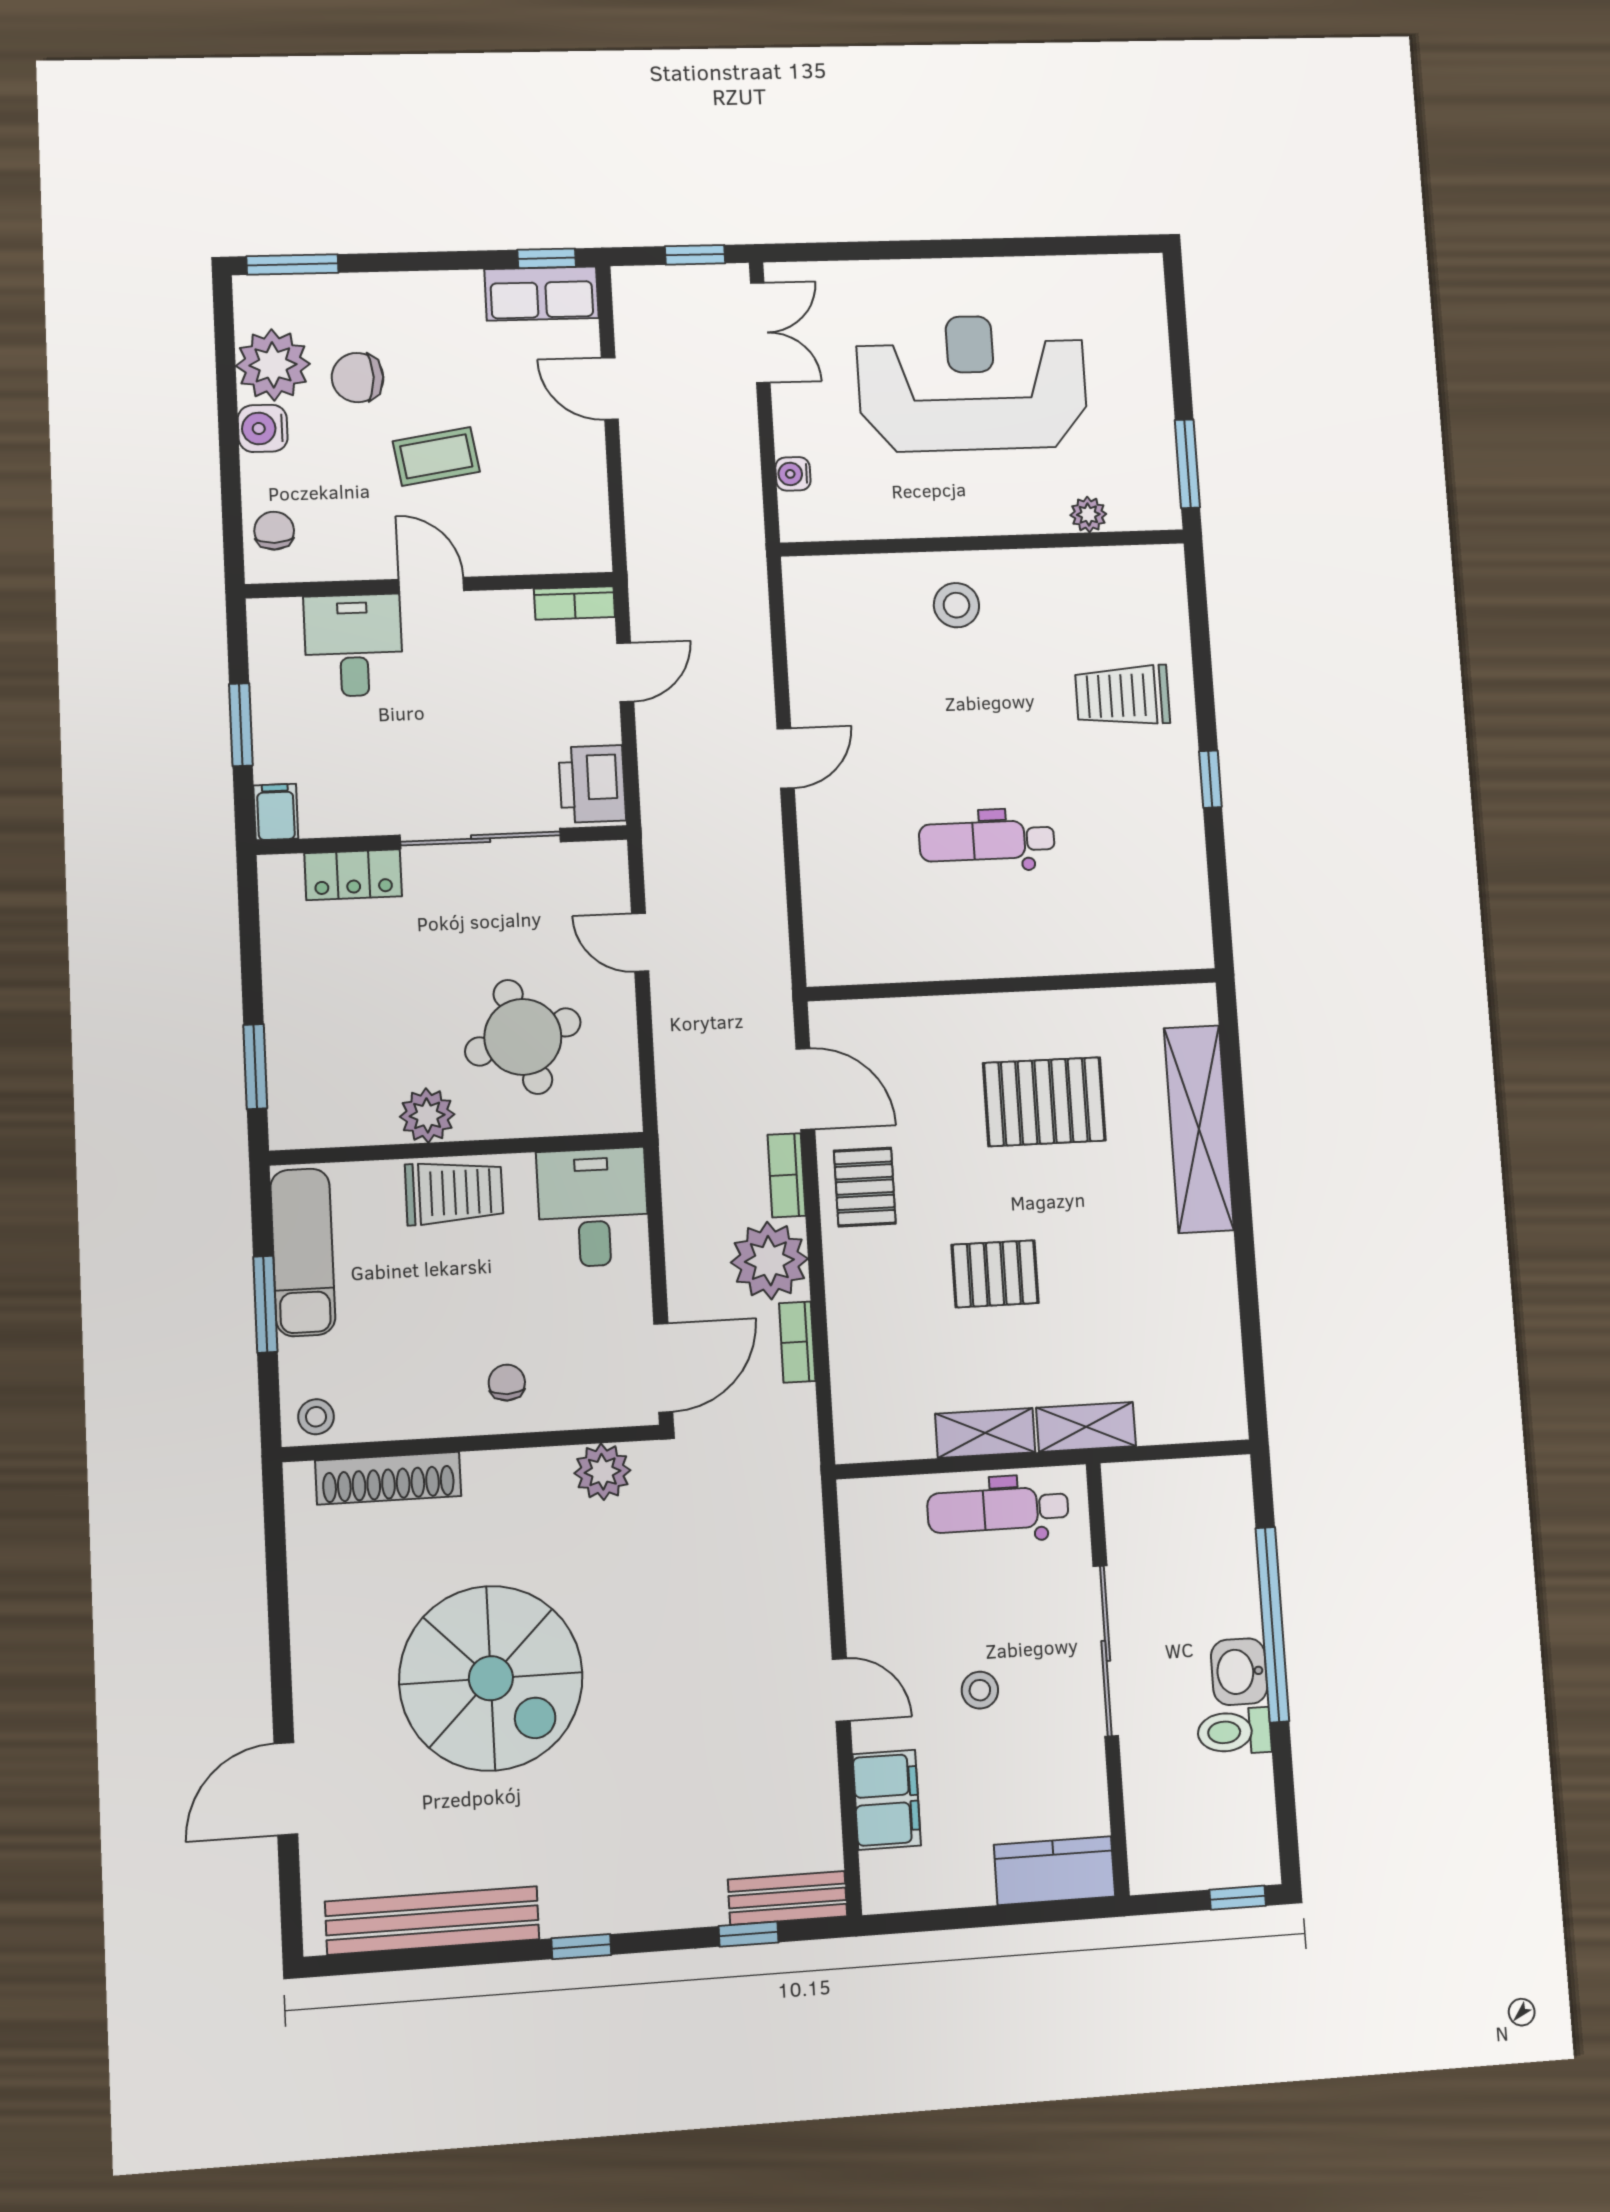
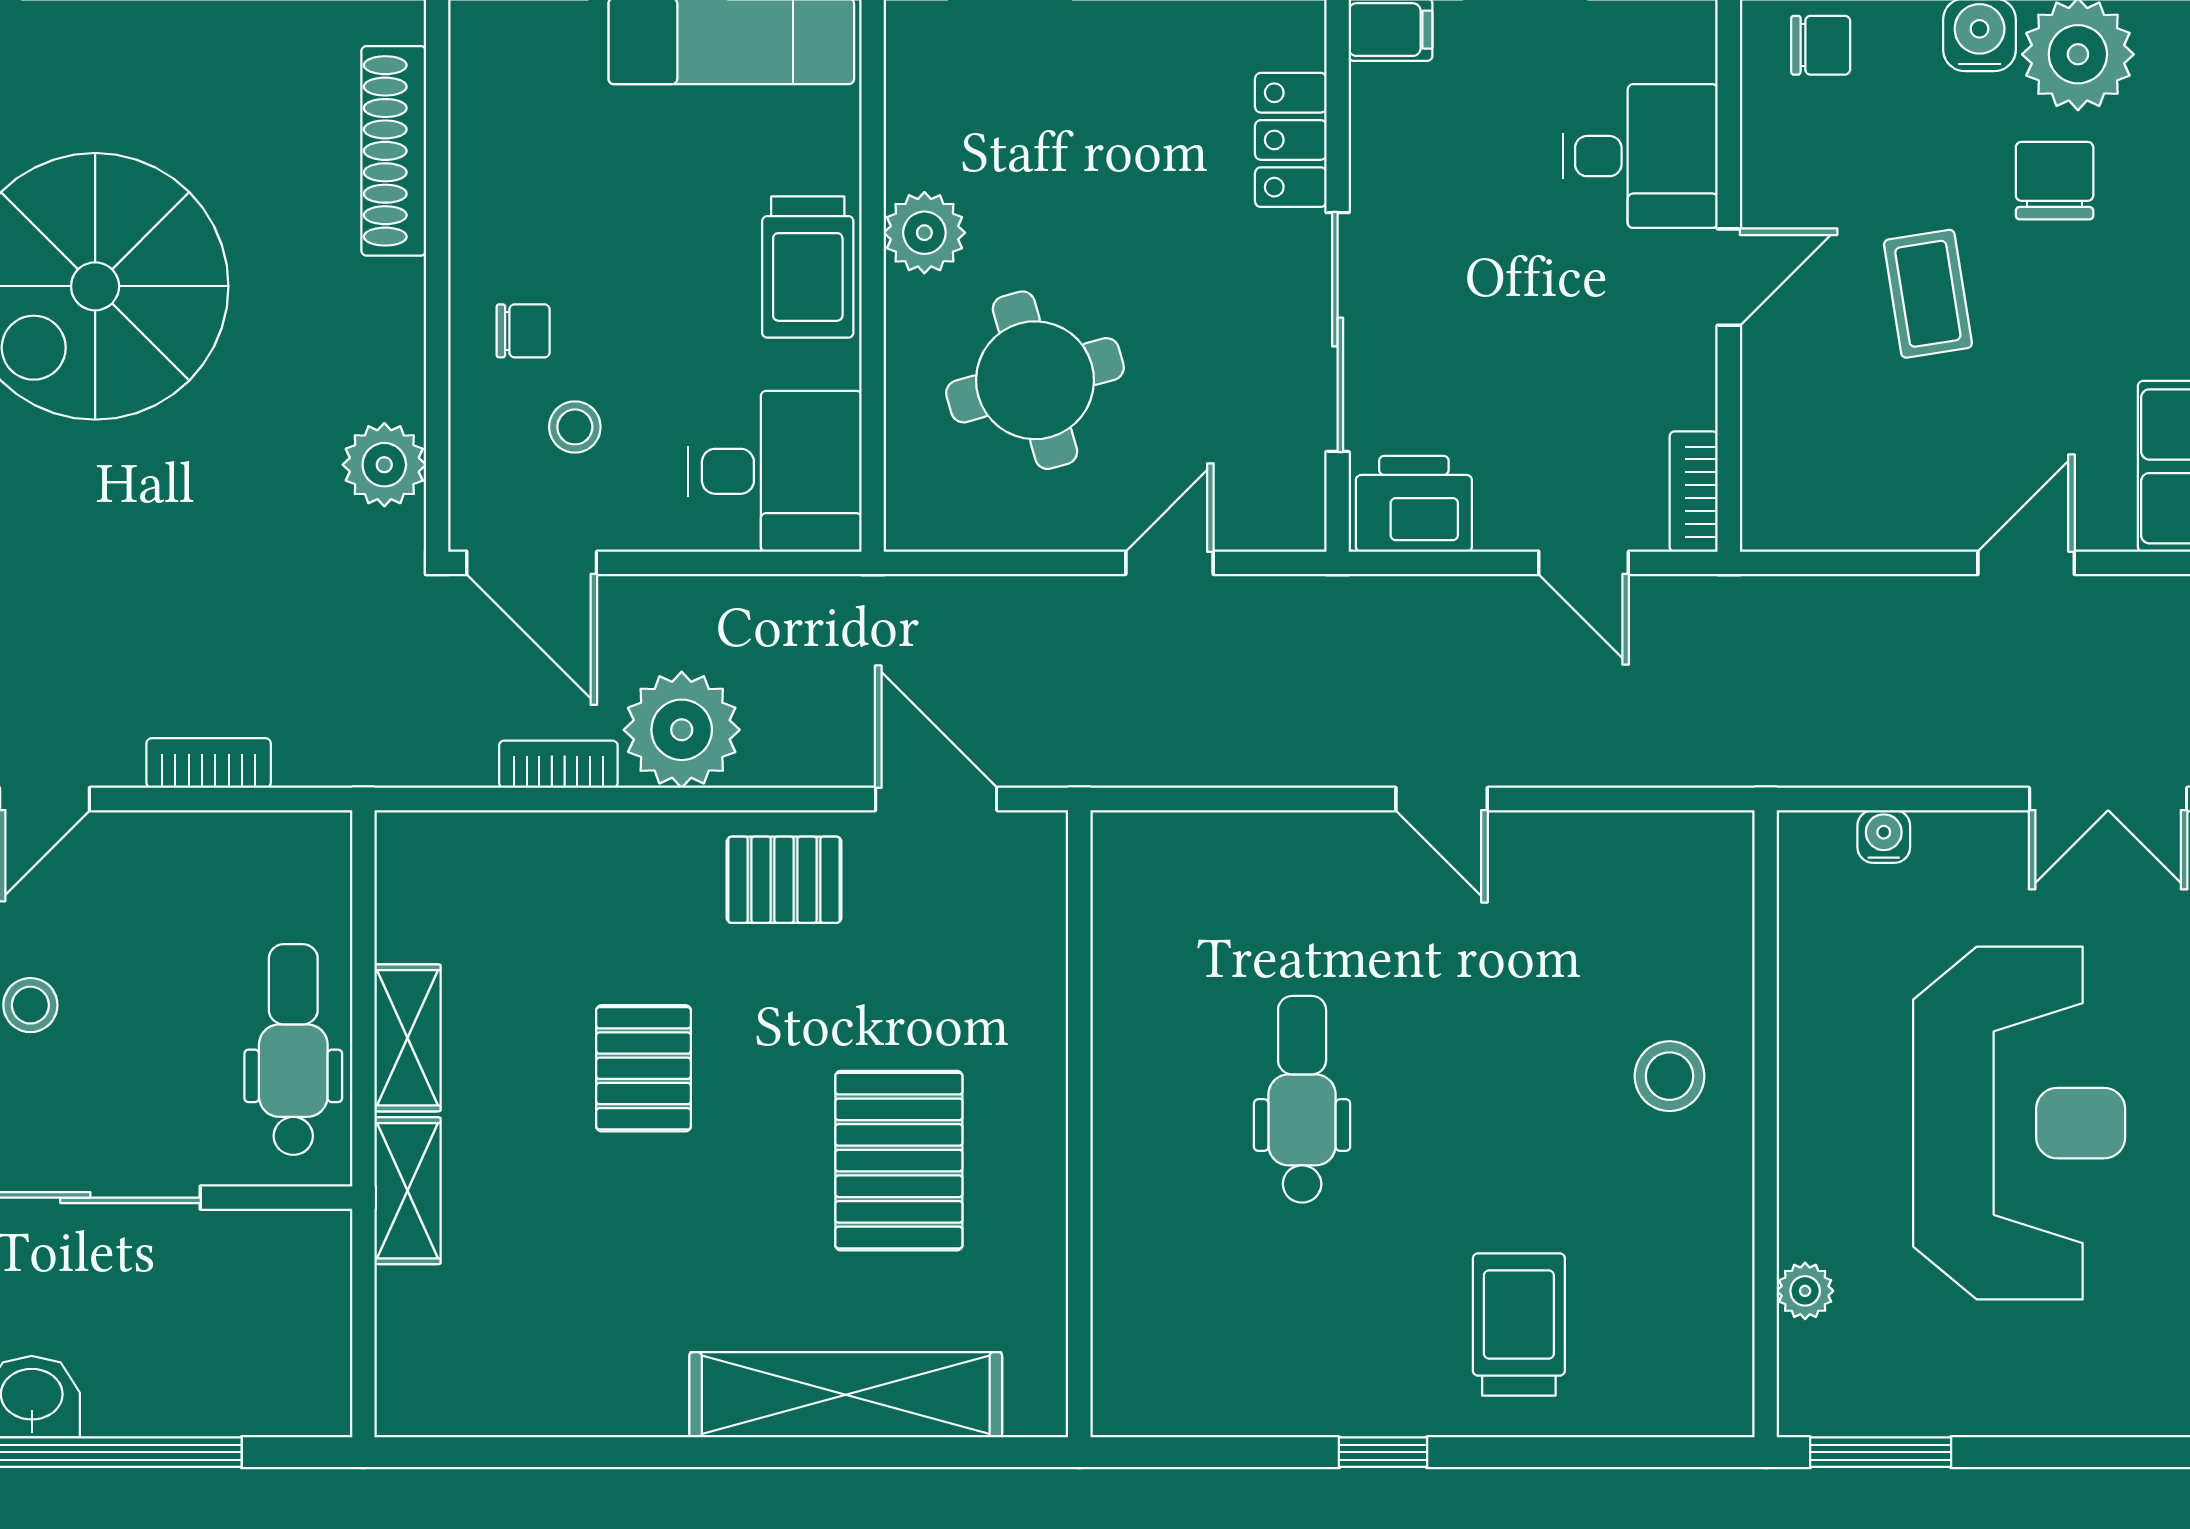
door: (805, 1089) -> (936, 799), swing flipped
bookcase: (787, 1175) -> (209, 763), moved
stool: (316, 1417) -> (575, 427), moved

